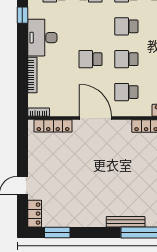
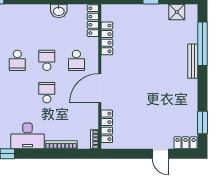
school desk: (90, 59) -> (47, 93), turned 180
school desk: (126, 59) -> (47, 60), turned 180

